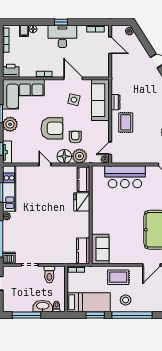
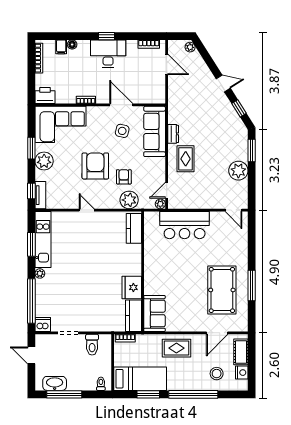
armchair: (52, 128) -> (95, 166), turned -90
floor lamp: (64, 156) -> (110, 200), removed
fridge: (82, 202) -> (132, 287), moved
stool: (126, 300) -> (217, 374), moved
washbasin: (43, 306) -> (55, 383), moved

